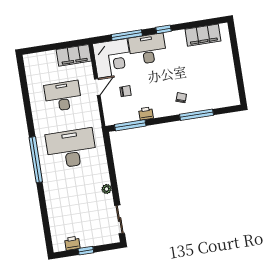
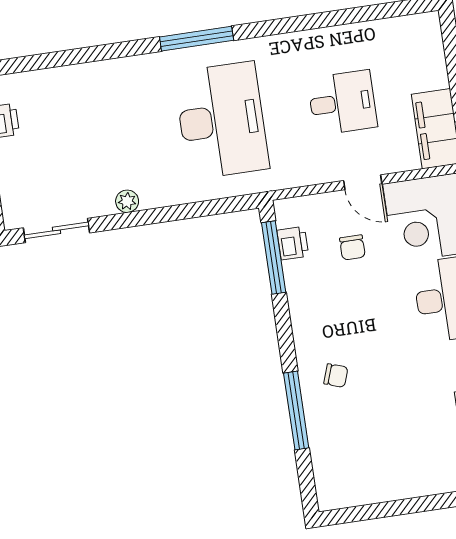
desk: (63, 96) -> (342, 103), width x0.73
printer: (146, 114) -> (293, 243), moved
window: (36, 160) -> (197, 39), width x0.68

